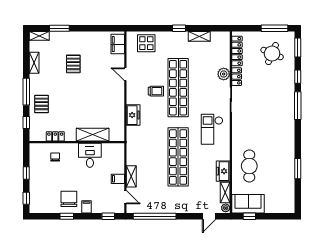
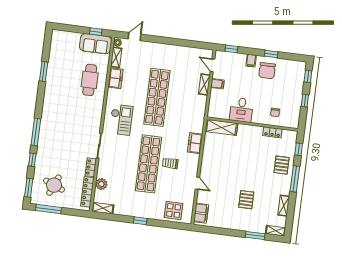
shelving: (199, 36) -> (103, 208), moved
plant: (224, 74) -> (101, 184), moved
shelving: (93, 135) -> (221, 127), moved
window: (155, 216) -> (187, 43), removed

